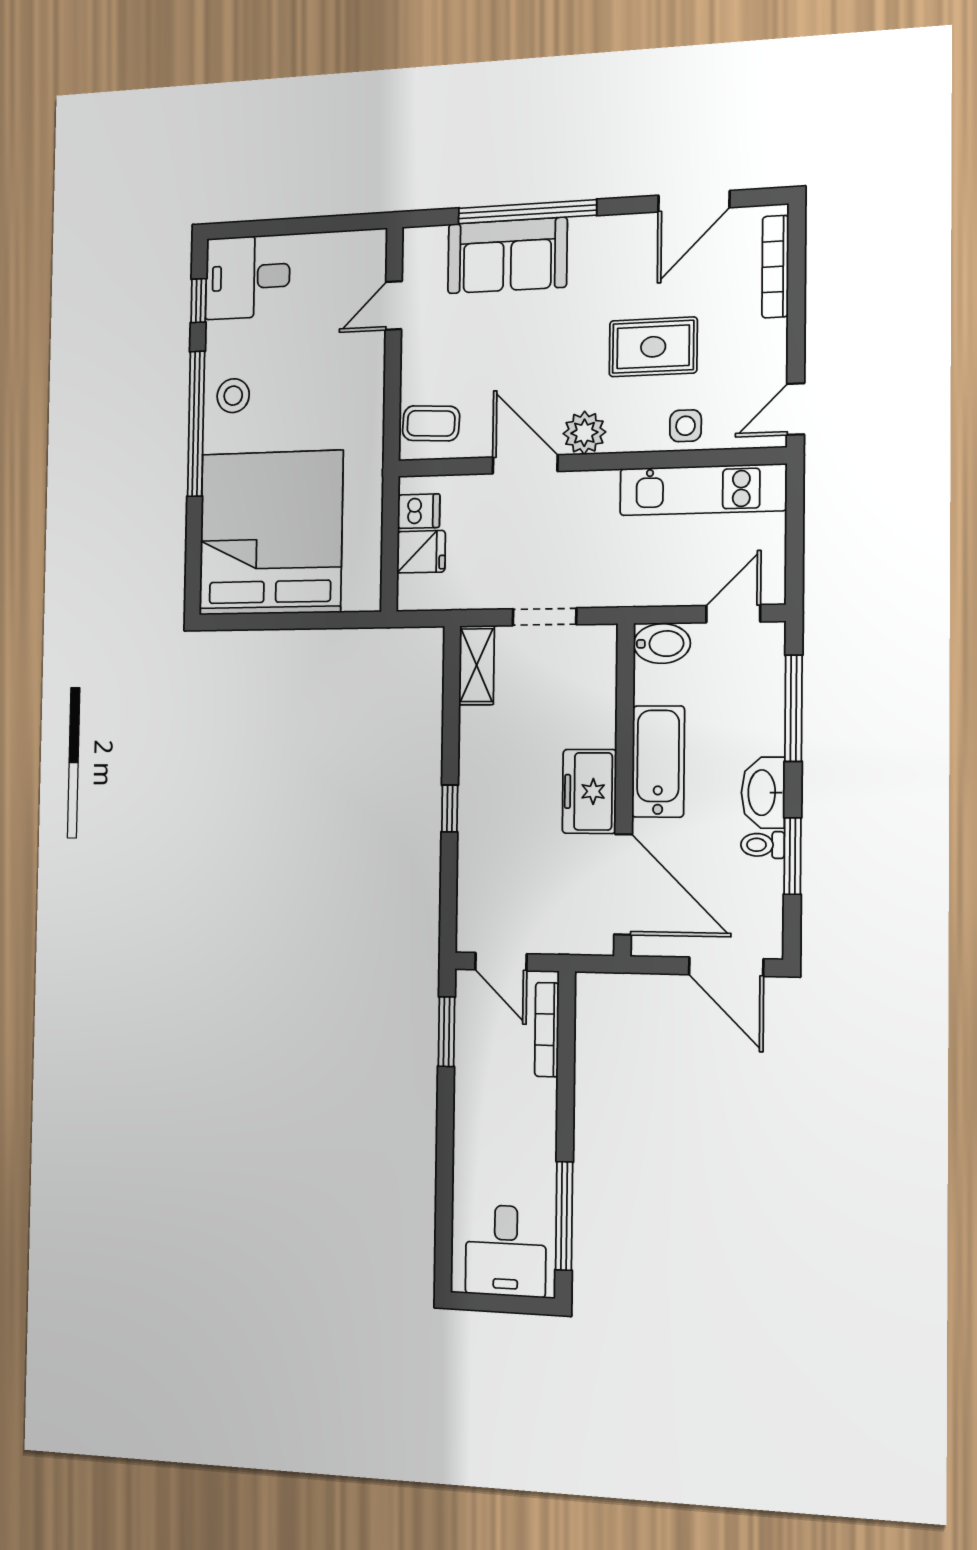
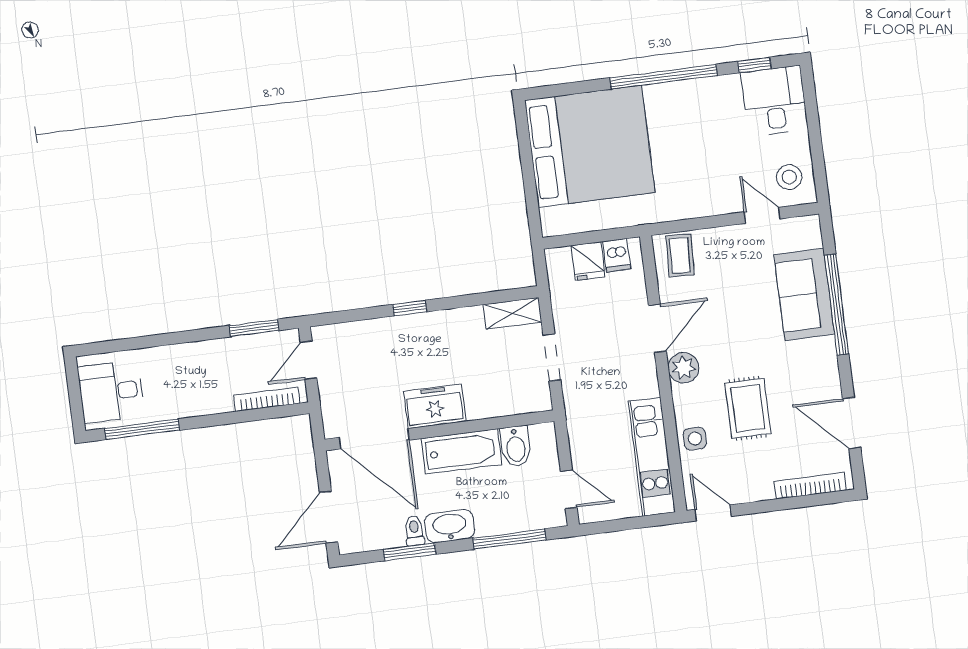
stool: (233, 396) -> (789, 177), moved
bidet: (662, 644) -> (516, 446), moved
door: (623, 884) -> (374, 439), hinge flipped

